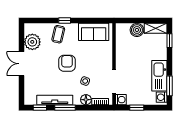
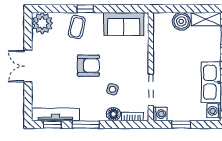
plant: (32, 42) -> (42, 23), moved
armchair: (67, 63) -> (88, 66), turned 90
tv unit: (55, 100) -> (55, 114), moved

